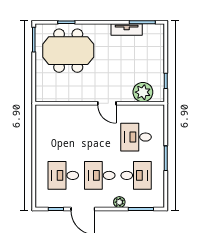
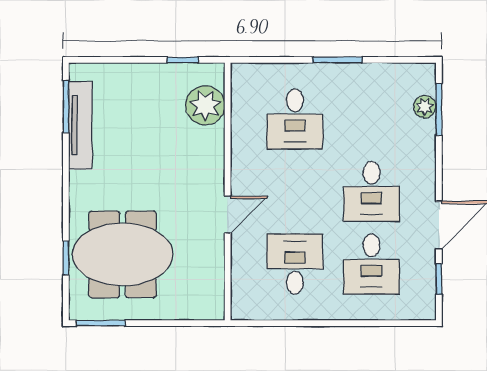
tv unit: (127, 30) -> (80, 125), width x1.41
meeting table: (68, 51) -> (123, 254), turned 90
door: (107, 103) -> (228, 215), moved
desk: (136, 175) -> (295, 264), moved
plant: (119, 202) -> (425, 107), moved

